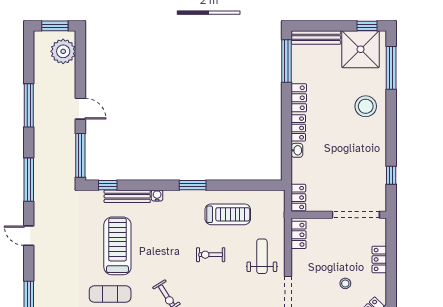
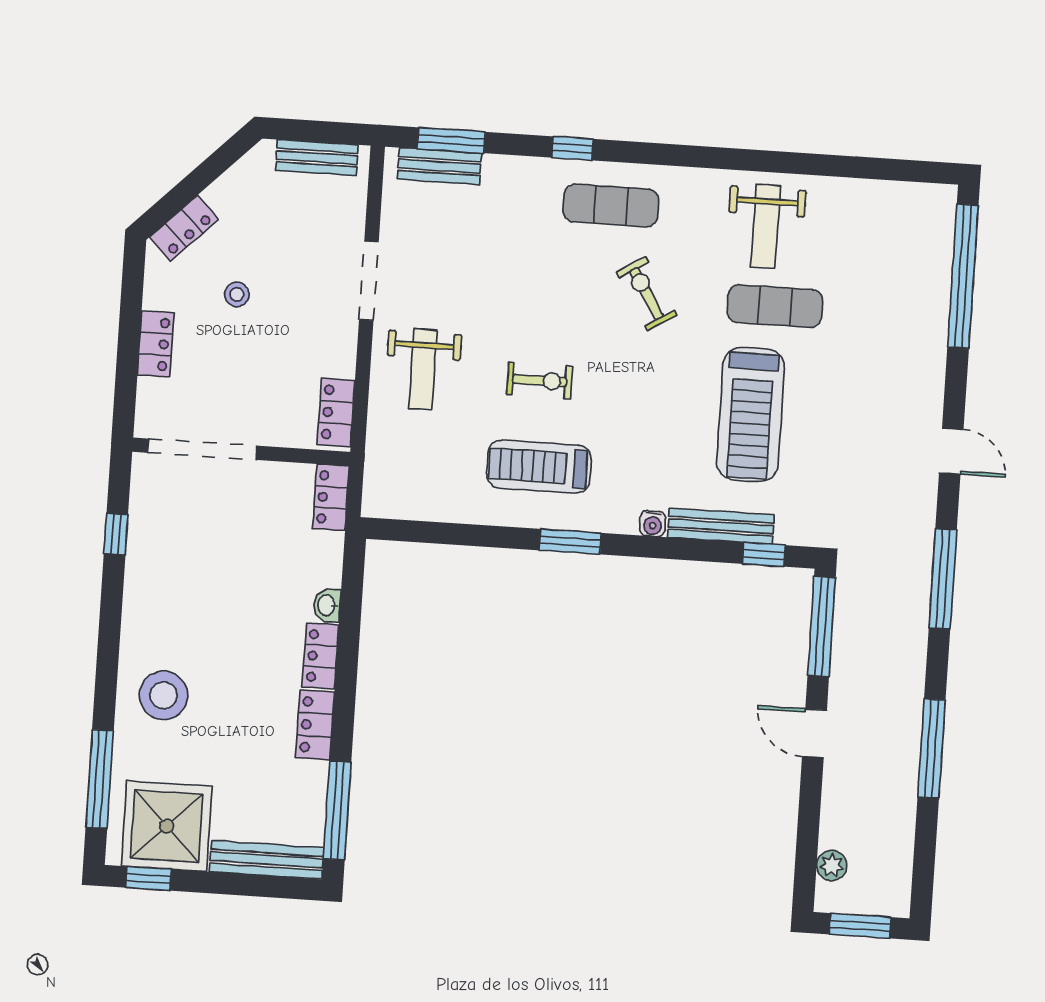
plant: (63, 51) -> (832, 865), width x0.53, depth x0.53
treadmill: (228, 214) -> (539, 467), moved

